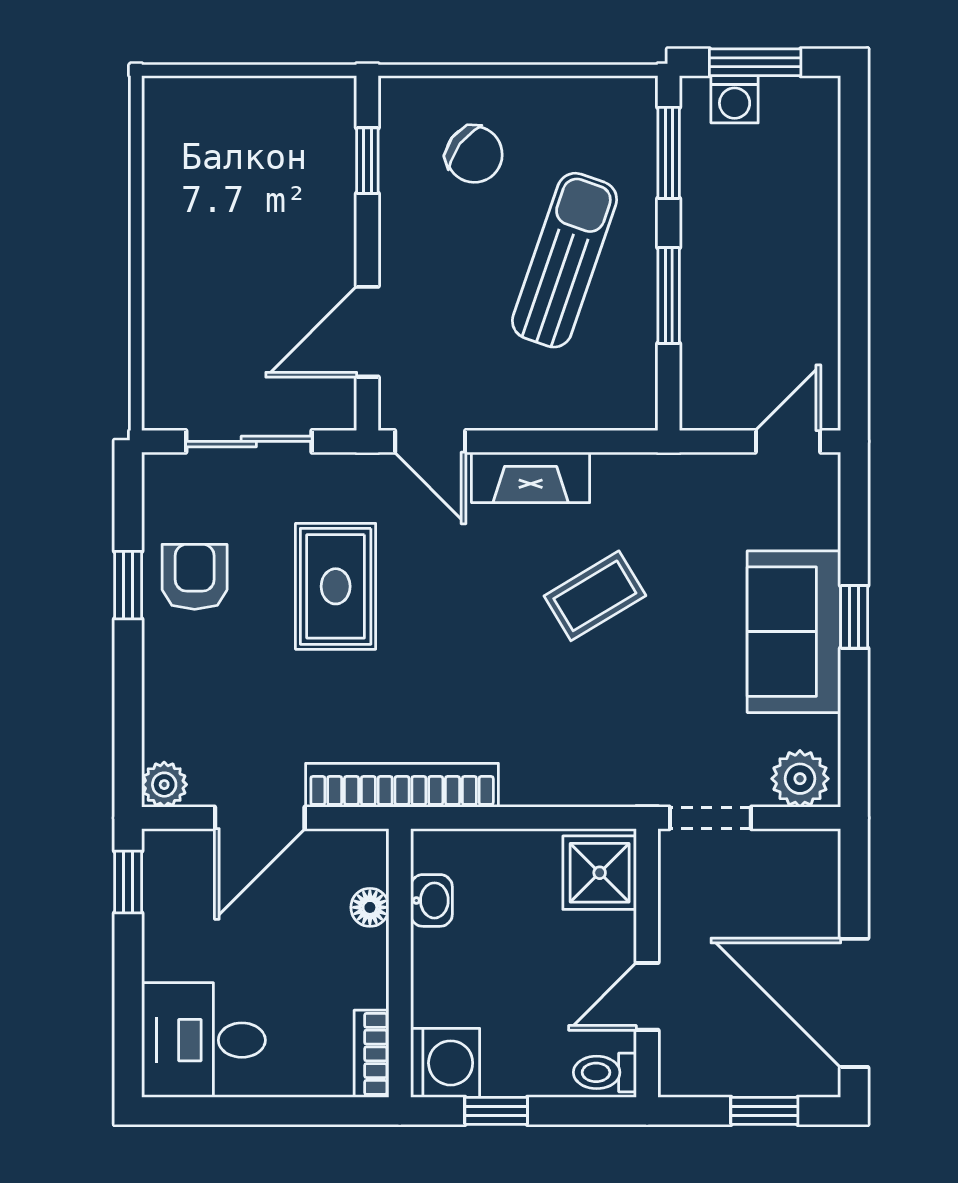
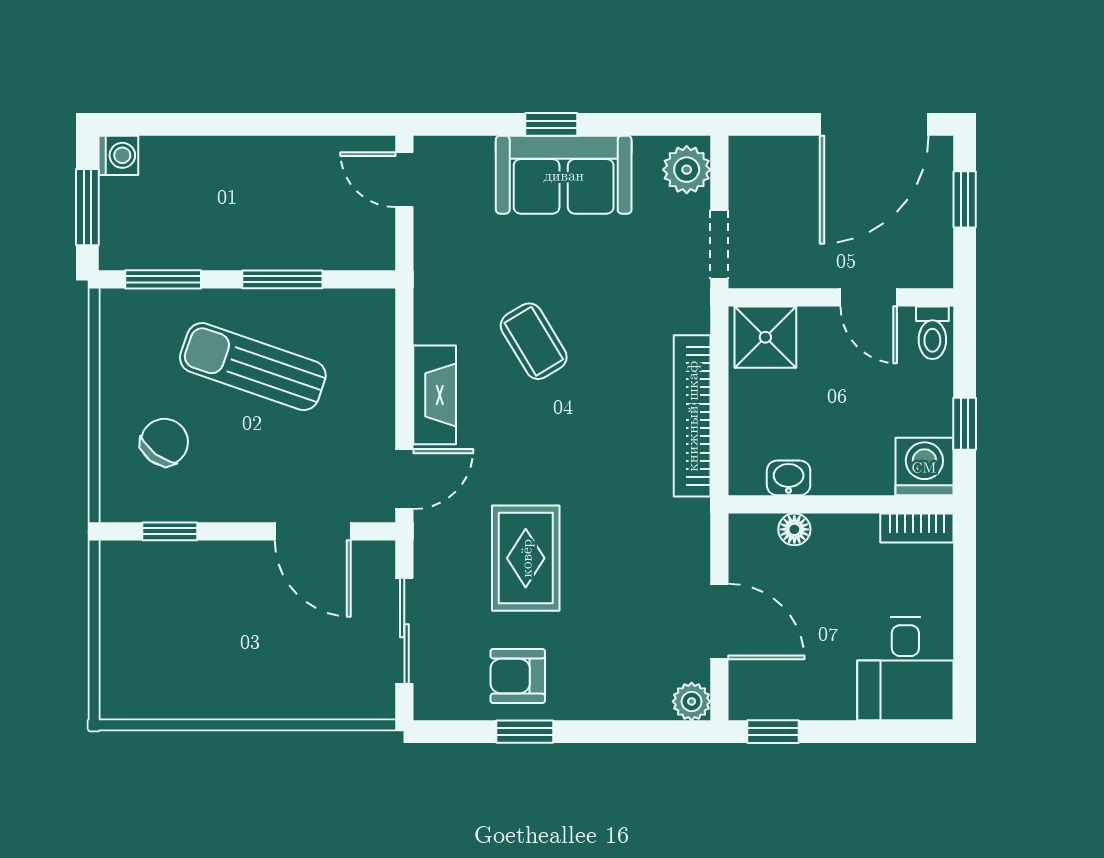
washing machine: (735, 99) -> (118, 155), moved
rug: (336, 586) -> (526, 558), turned 90
bookcase: (402, 785) -> (692, 416), moved

